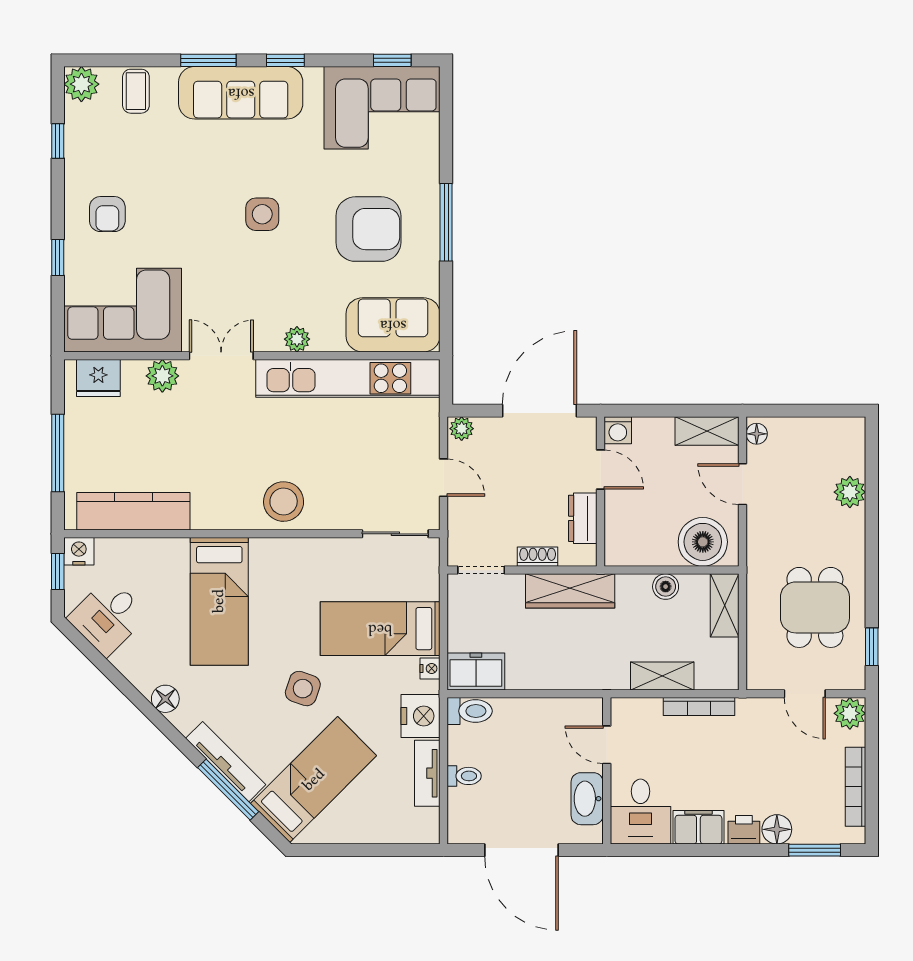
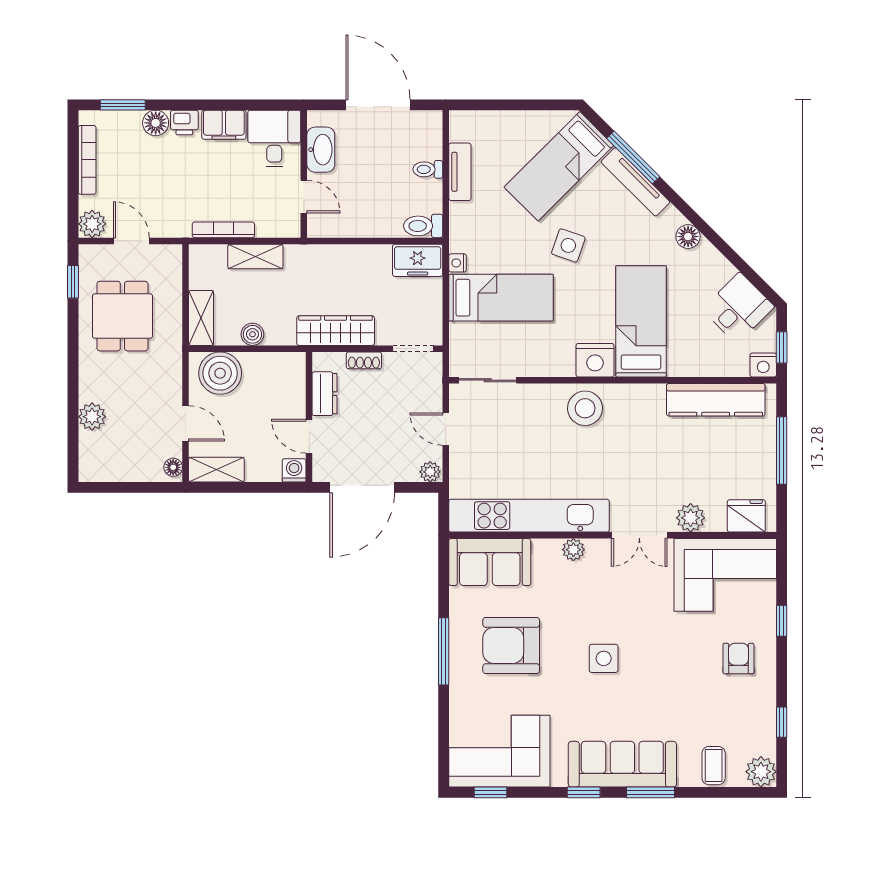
nightstand: (421, 716) -> (595, 360), moved, turned -90

